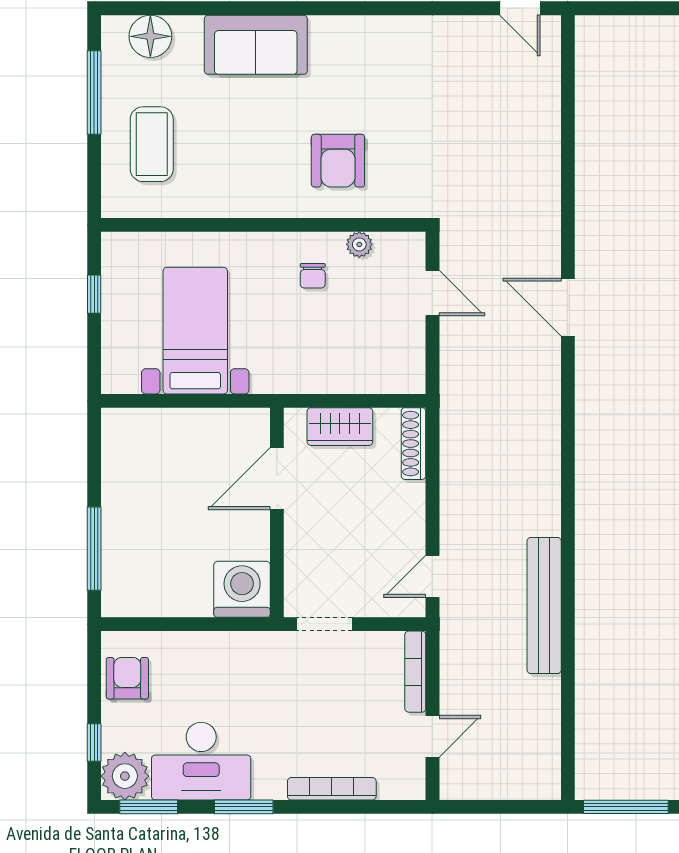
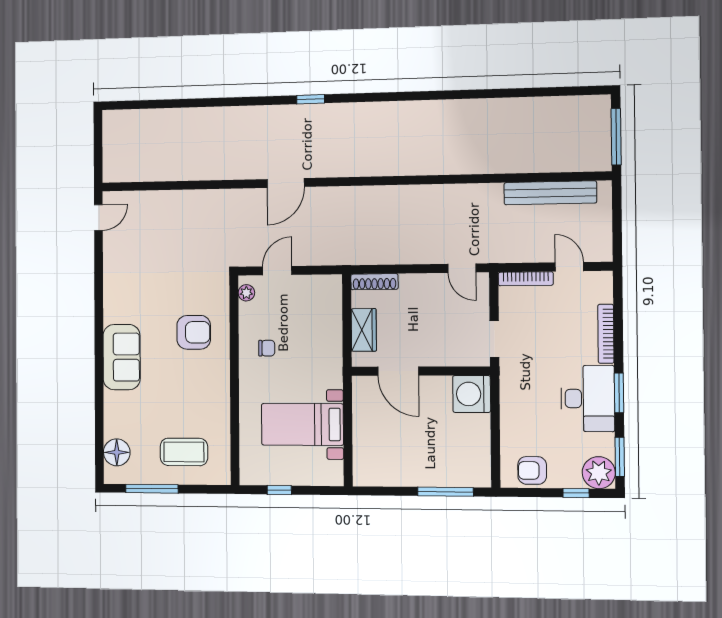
sofa: (256, 45) -> (122, 357), moved
plant: (359, 244) -> (246, 293), moved
bench: (544, 606) -> (550, 193), moved
desk: (201, 761) -> (588, 399), moved

